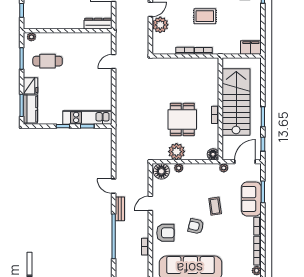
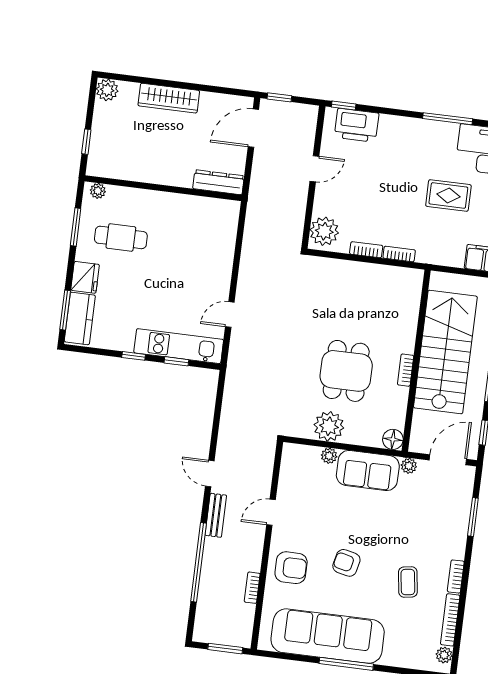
rug: (205, 16) -> (448, 195), moved
plant: (160, 25) -> (324, 231), moved
door: (114, 62) -> (230, 314), moved
floor lamp: (161, 171) -> (298, 458), removed
sofa: (251, 199) -> (368, 471), moved, turned -90
coffee table: (215, 206) -> (408, 582), moved

